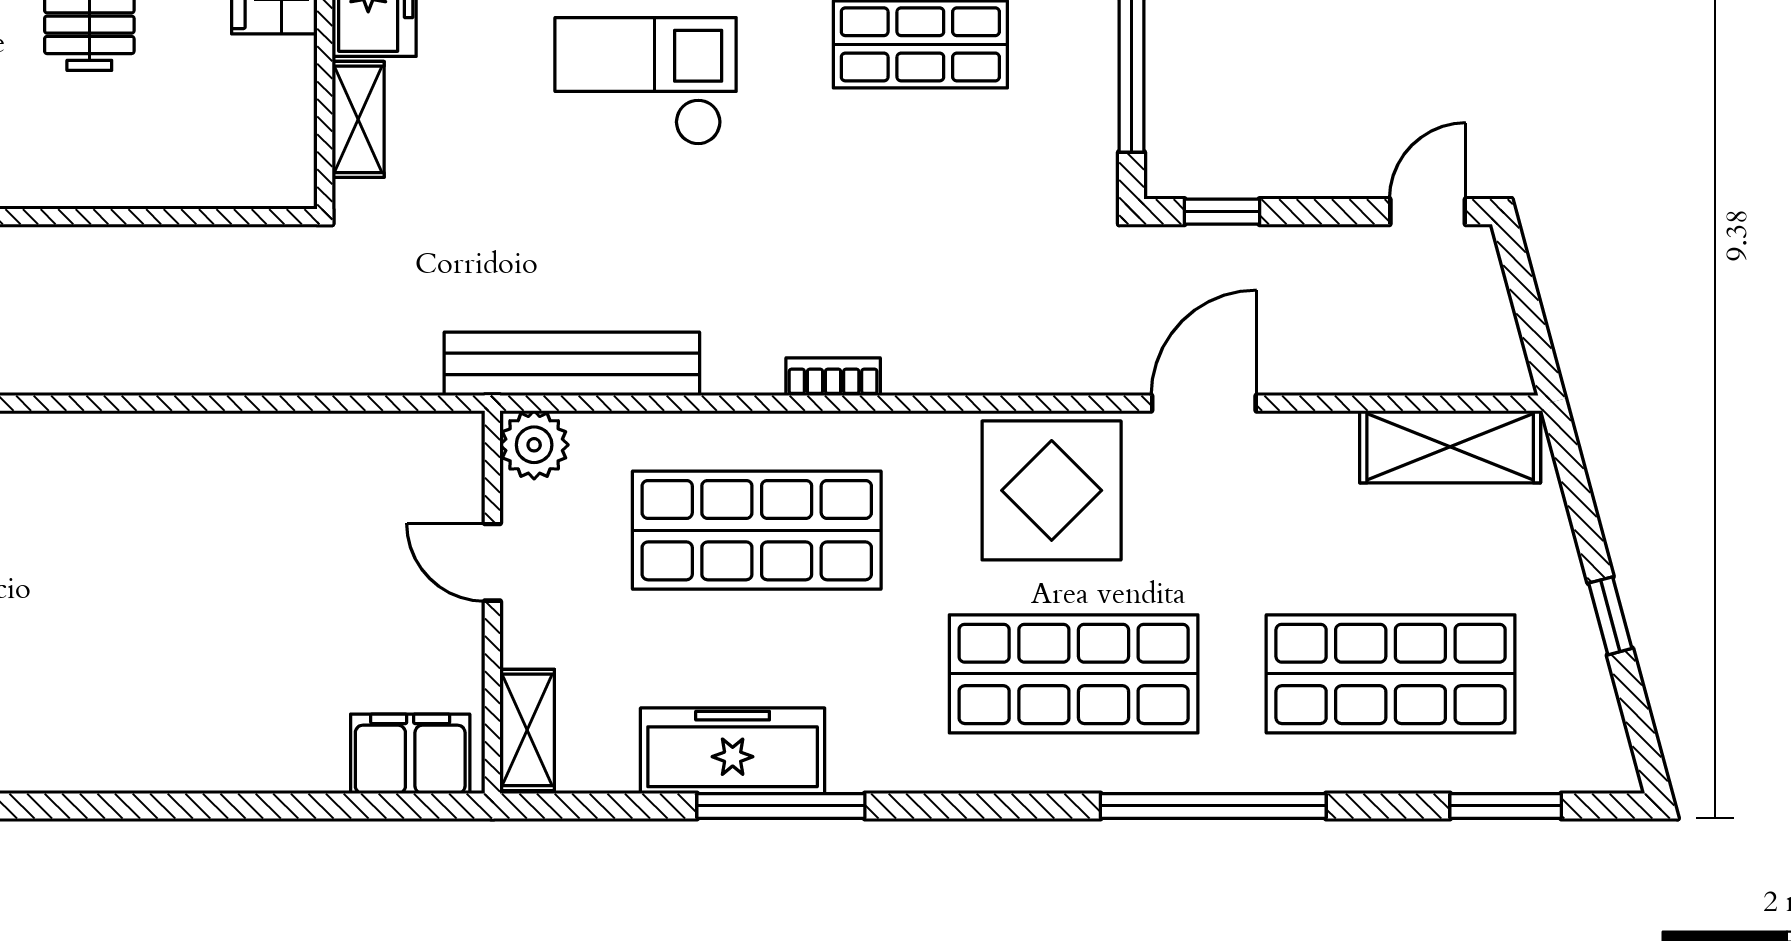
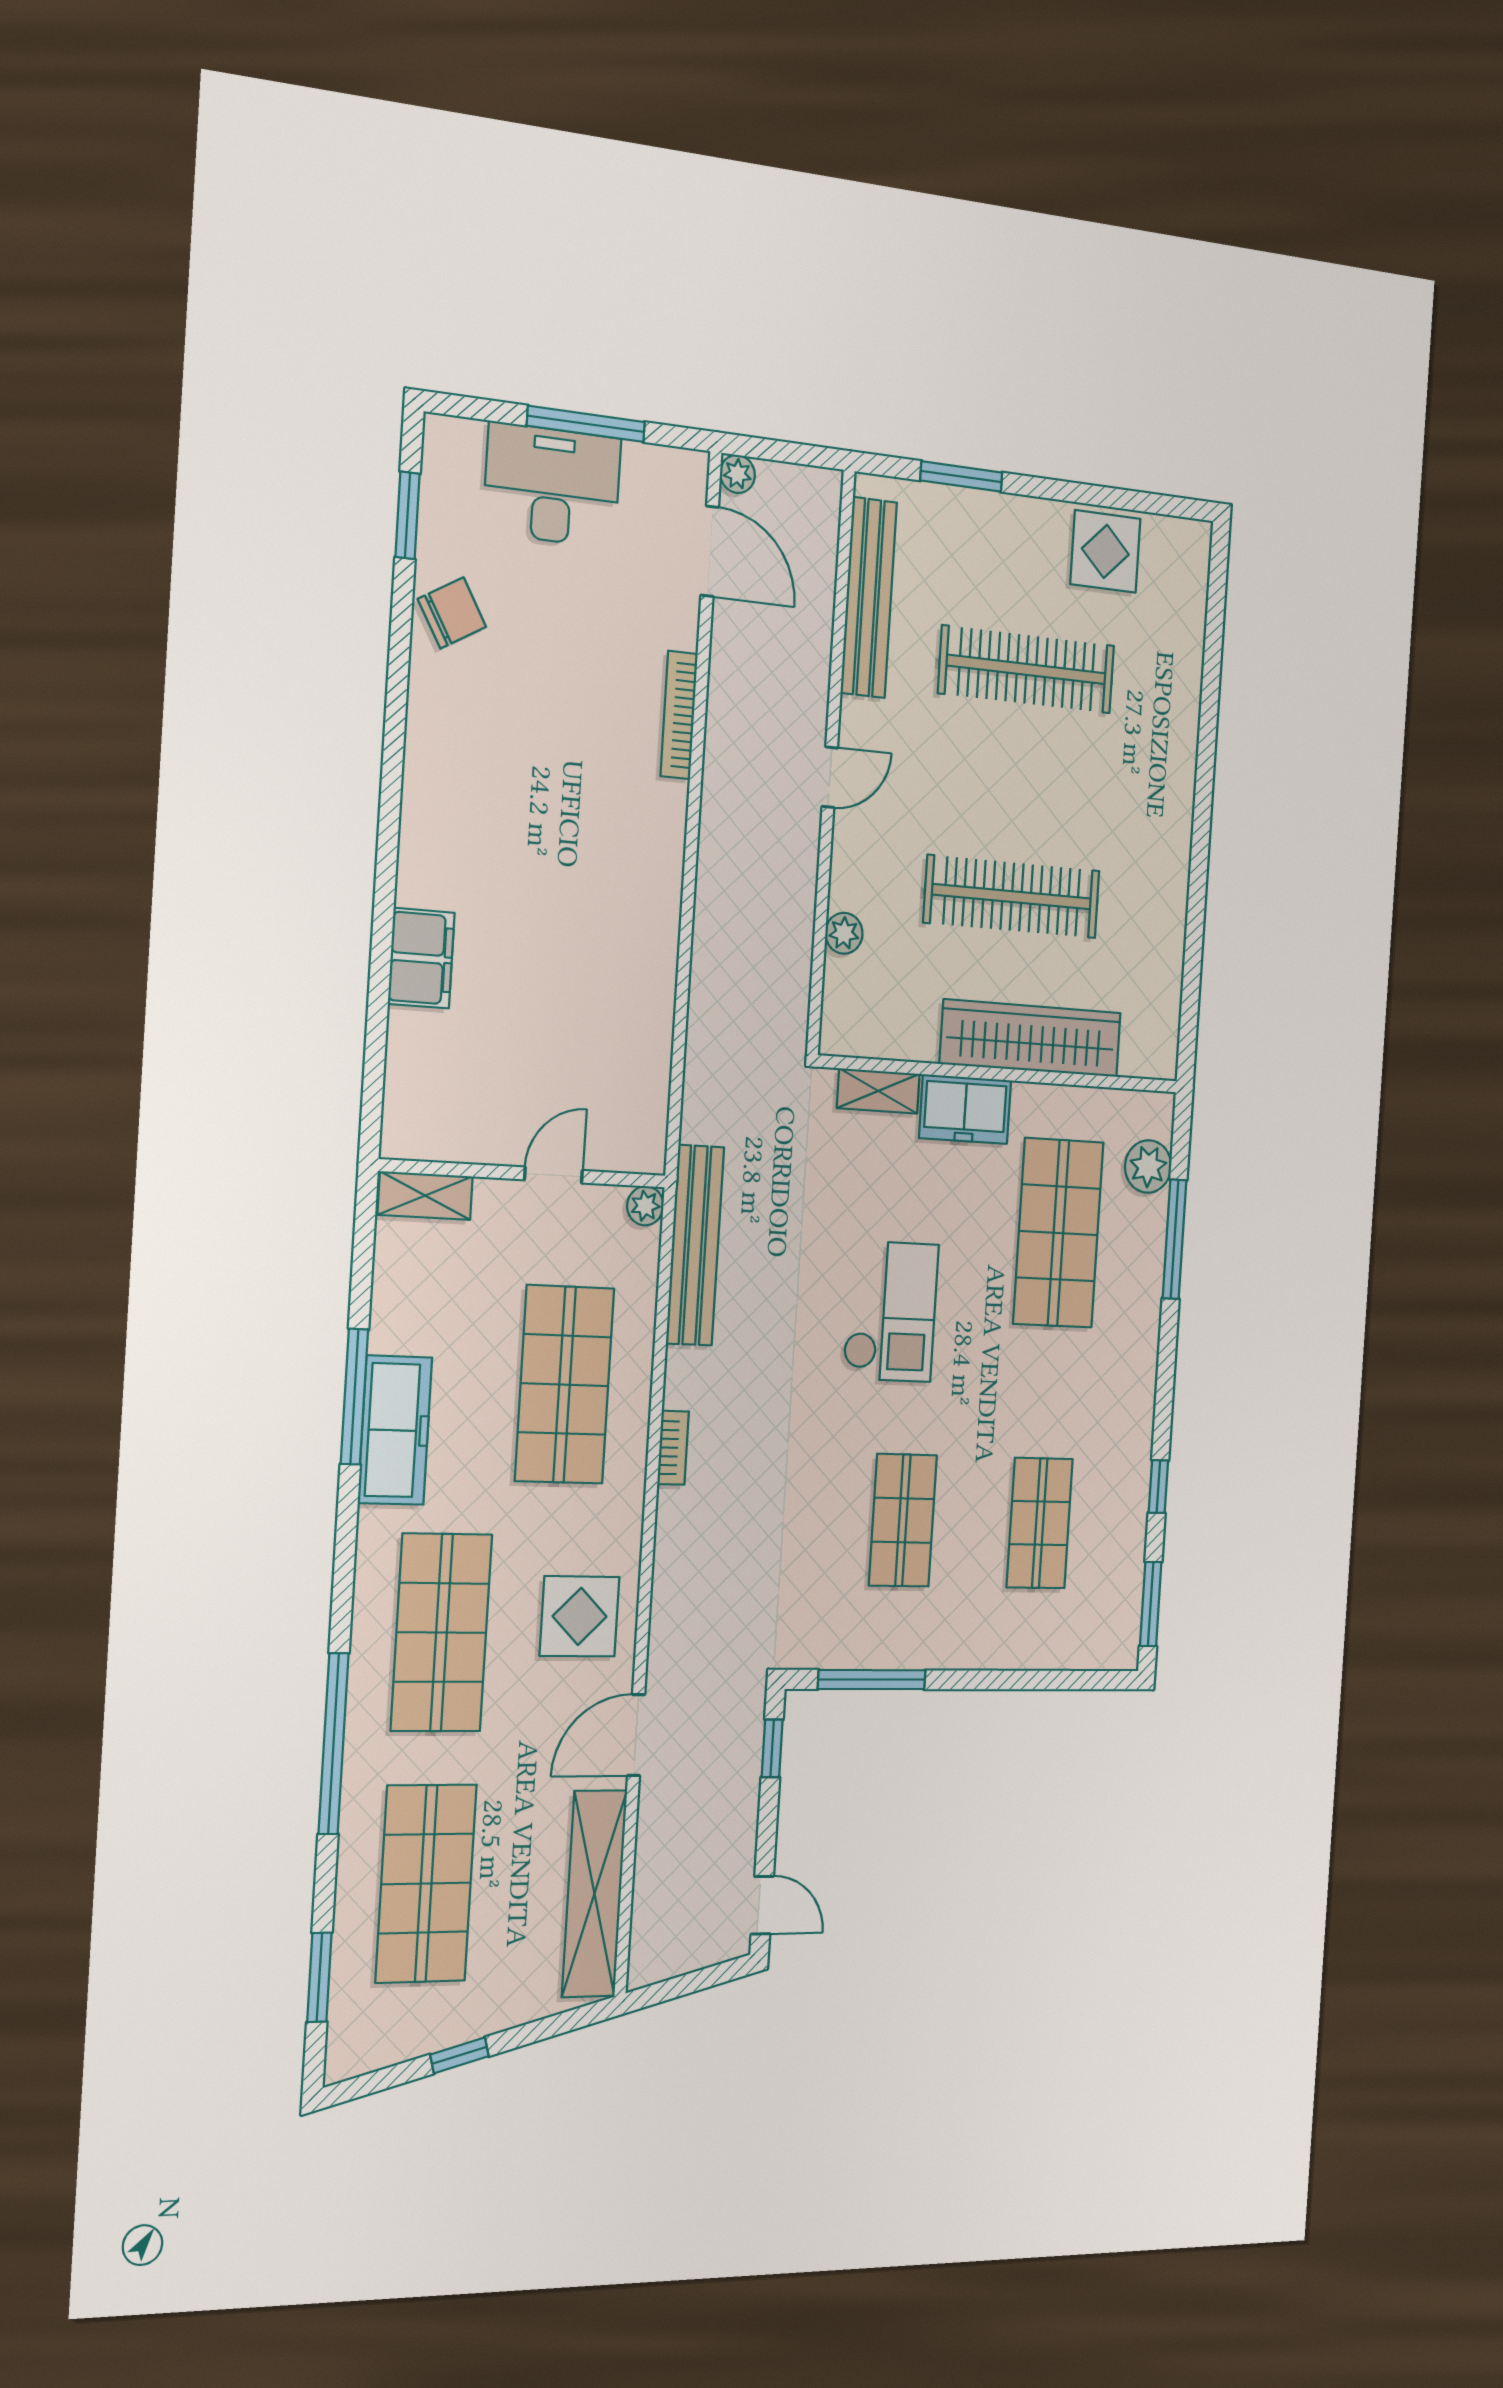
plant: (157, 183) -> (844, 933), added
door: (1204, 403) -> (636, 1735), swing flipped
plant: (534, 445) -> (645, 1206), width x0.73, depth x0.73
shelving: (1450, 447) -> (594, 1894), width x1.47
display table: (1052, 490) -> (580, 1616), width x0.73, depth x0.73
freezer: (733, 751) -> (395, 1430), moved
filing cabinet: (410, 754) -> (421, 958), moved

